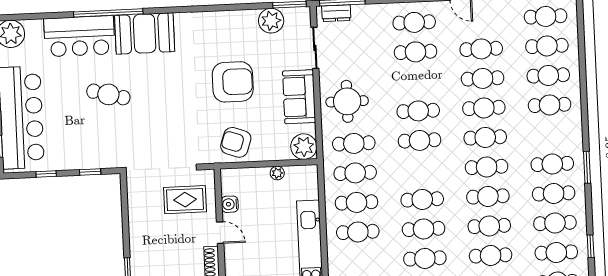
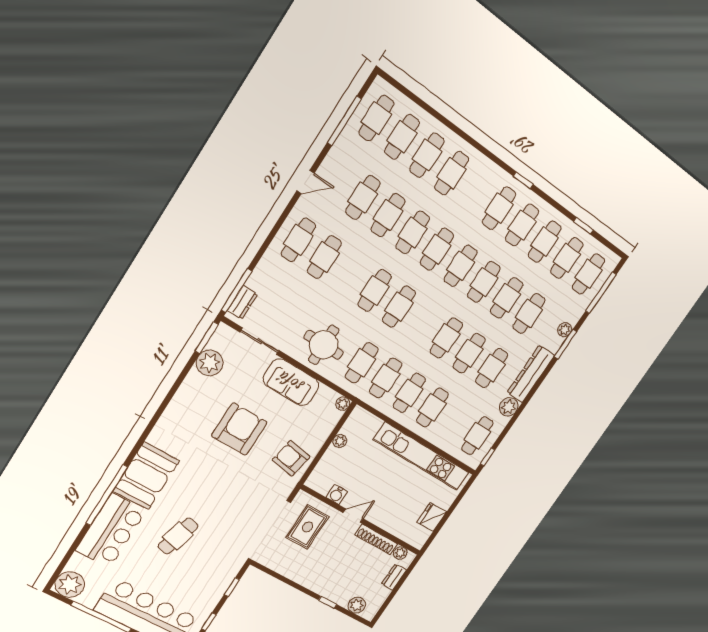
armchair: (236, 142) -> (291, 458), turned 81
plant: (304, 147) -> (343, 404), width x0.53, depth x0.53
window: (587, 167) -> (523, 180), width x0.67

